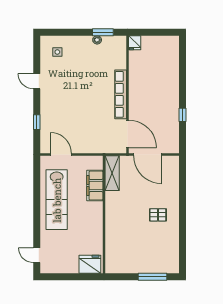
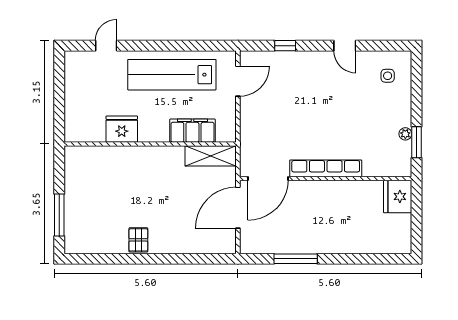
fridge: (135, 43) -> (398, 197), width x1.88, depth x1.34
door: (37, 81) -> (345, 46), swing flipped
window: (183, 115) -> (296, 259), width x2.17
pallet: (158, 215) -> (138, 240), moved
door: (37, 255) -> (106, 46), moved
fridge: (90, 264) -> (122, 129), moved, turned -90

